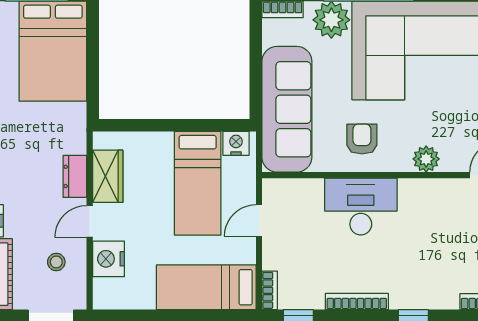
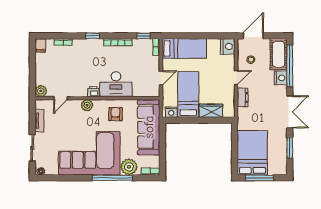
armchair: (362, 139) -> (115, 114), turned 180
wardrobe: (108, 176) -> (211, 111), moved, turned 90
printer: (412, 190) -> (93, 92), added
nightstand: (109, 259) -> (228, 46), moved

